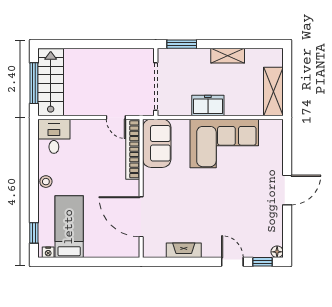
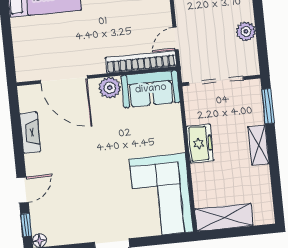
plant: (116, 56) -> (246, 31), added
shelving: (228, 56) -> (258, 145), moved
corner sofa: (224, 143) -> (161, 195), moved
plant: (152, 178) -> (110, 88), added
door: (141, 217) -> (64, 79), swing flipped

